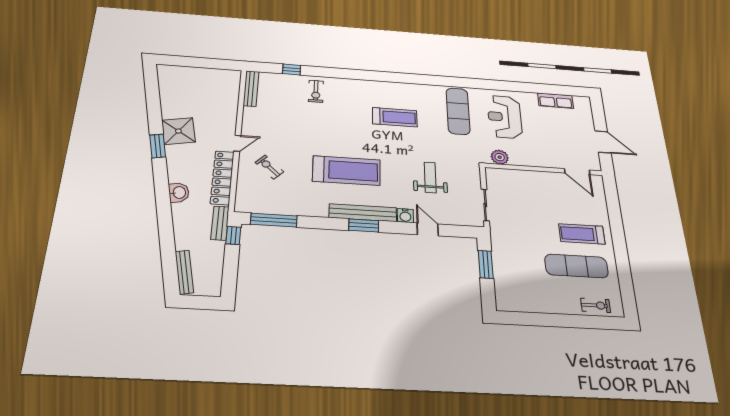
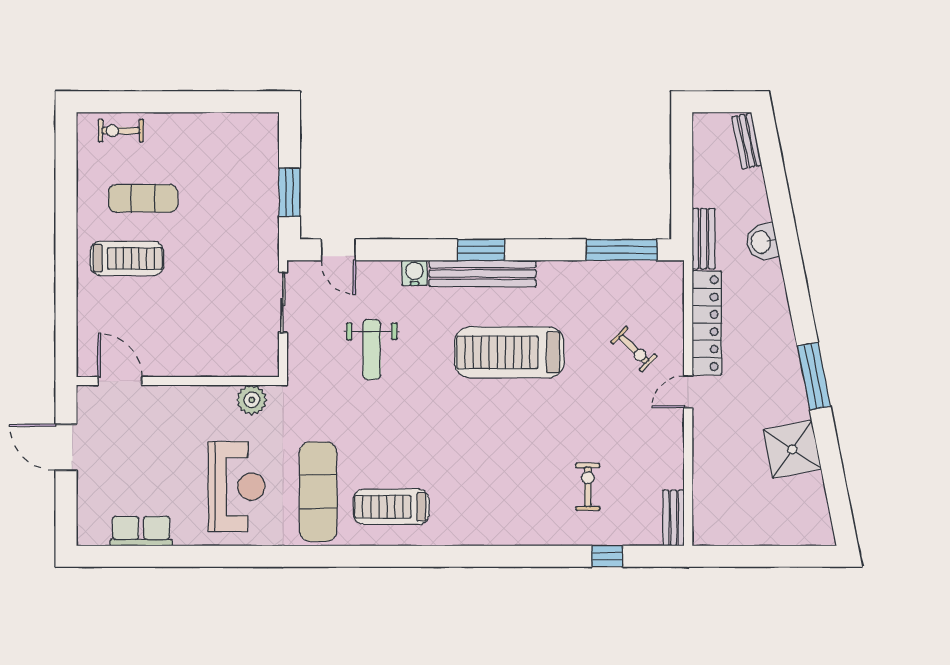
bench: (251, 88) -> (674, 518), width x0.73
exercise bike: (316, 91) -> (588, 487), moved
treadmill: (395, 117) -> (391, 507), moved
shower: (178, 131) -> (792, 449), moved
window: (158, 146) -> (814, 376), width x1.44
washbasin: (179, 193) -> (762, 242), moved
door: (428, 229) -> (338, 250), moved
window: (233, 235) -> (682, 218), removed
exercise mat: (576, 266) -> (143, 198), width x0.73, depth x0.69
bench: (184, 272) -> (747, 141), width x0.73

